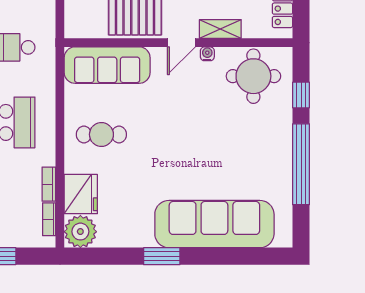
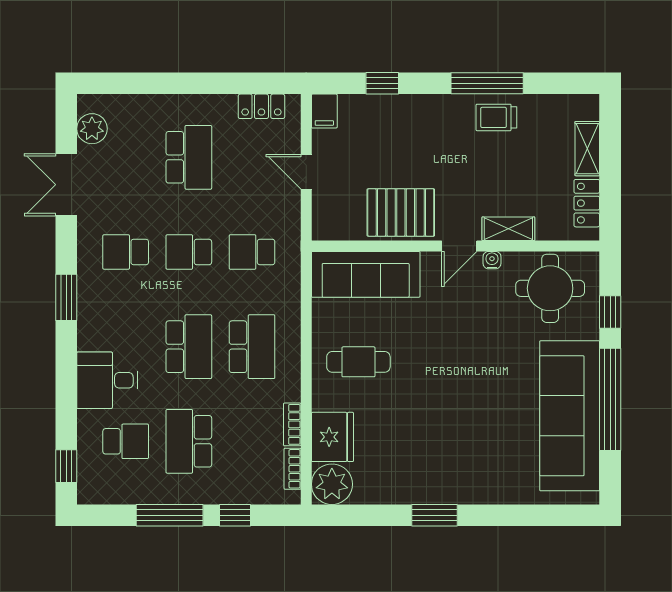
sofa: (214, 224) -> (570, 416), moved, turned -90

